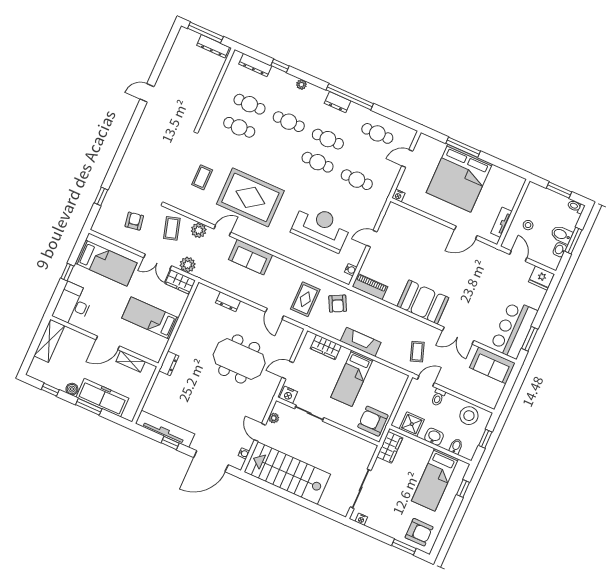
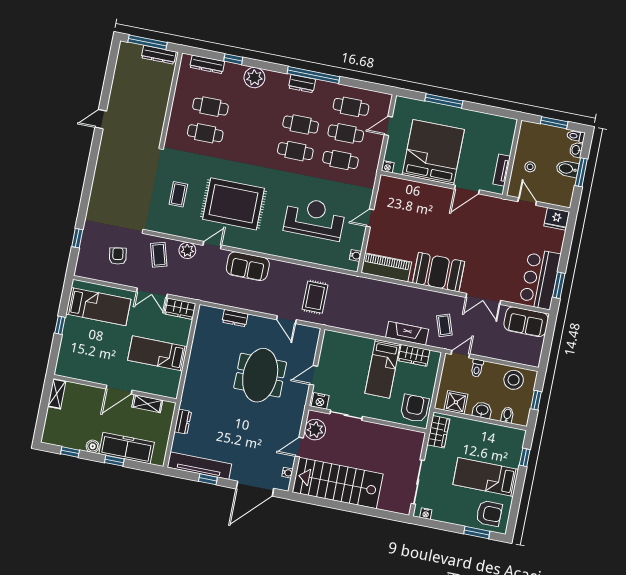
plant: (301, 85) -> (254, 78), width x1.87, depth x1.87
cafe table: (289, 122) -> (346, 133), moved
bed: (459, 178) -> (433, 152), moved, turned 180
washbasin: (560, 250) -> (576, 150), moved
plant: (188, 265) -> (184, 289), removed
piano: (370, 287) -> (386, 267), width x1.37, depth x1.33
armchair: (338, 304) -> (350, 294), removed
desk: (73, 305) -> (74, 358), removed
shelving: (49, 341) -> (57, 394), width x0.67, depth x0.75
fireplace: (361, 342) -> (407, 333), moved
wardrobe: (326, 347) -> (414, 355), moved
meeting table: (239, 359) -> (260, 375), turned 90
dresser: (169, 363) -> (183, 422), moved
window: (89, 407) -> (114, 461), width x0.67
plant: (274, 418) -> (315, 430), width x1.87, depth x1.87
armchair: (373, 421) -> (415, 408), turned 90
door: (260, 432) -> (299, 447), hinge flipped
bed: (435, 480) -> (486, 477), moved, turned 90

